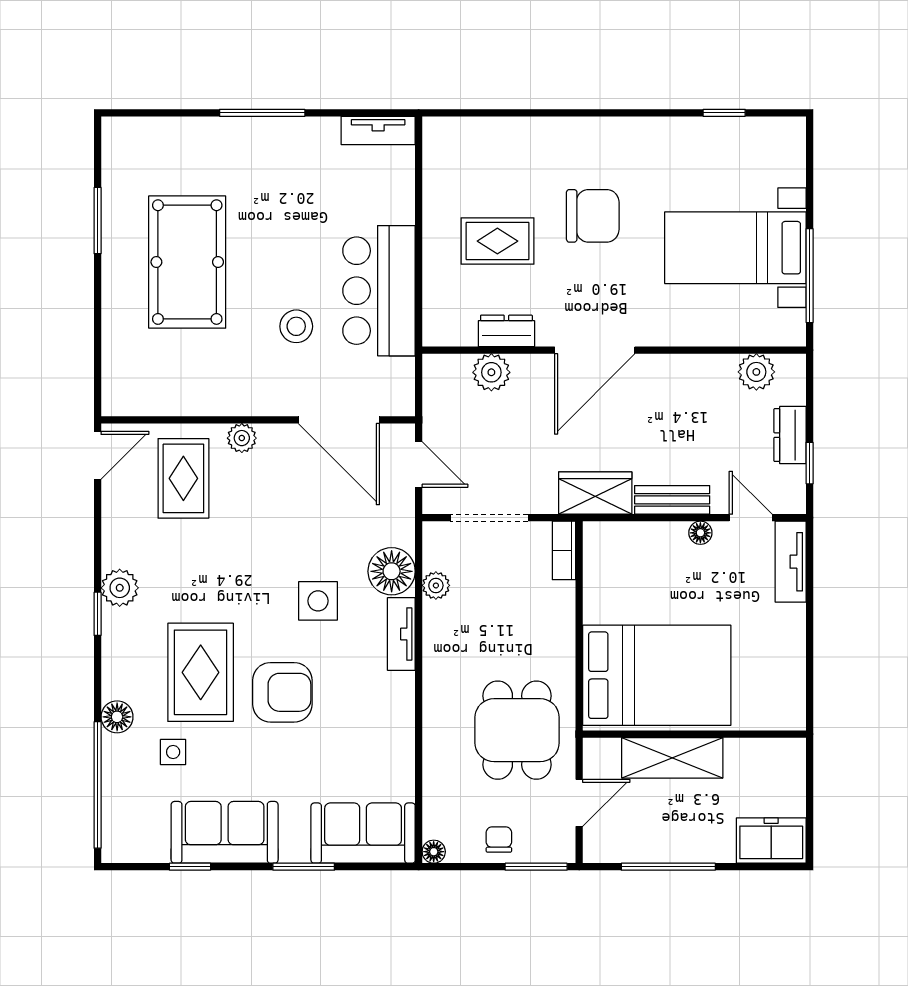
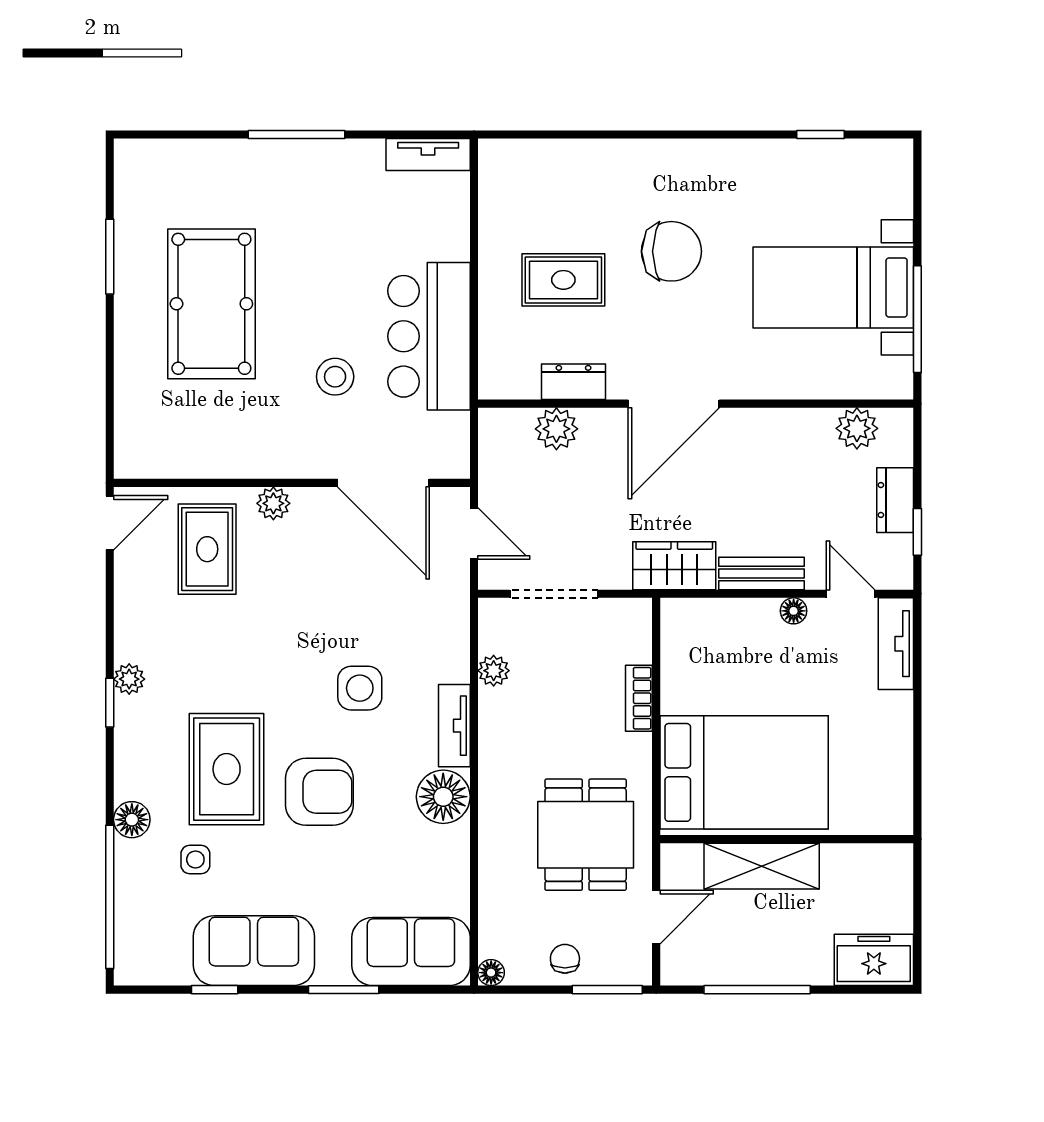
bookcase: (564, 550) -> (639, 698), moved
floor lamp: (392, 571) -> (443, 797), moved
plant: (120, 588) -> (129, 679), width x0.73, depth x0.73

